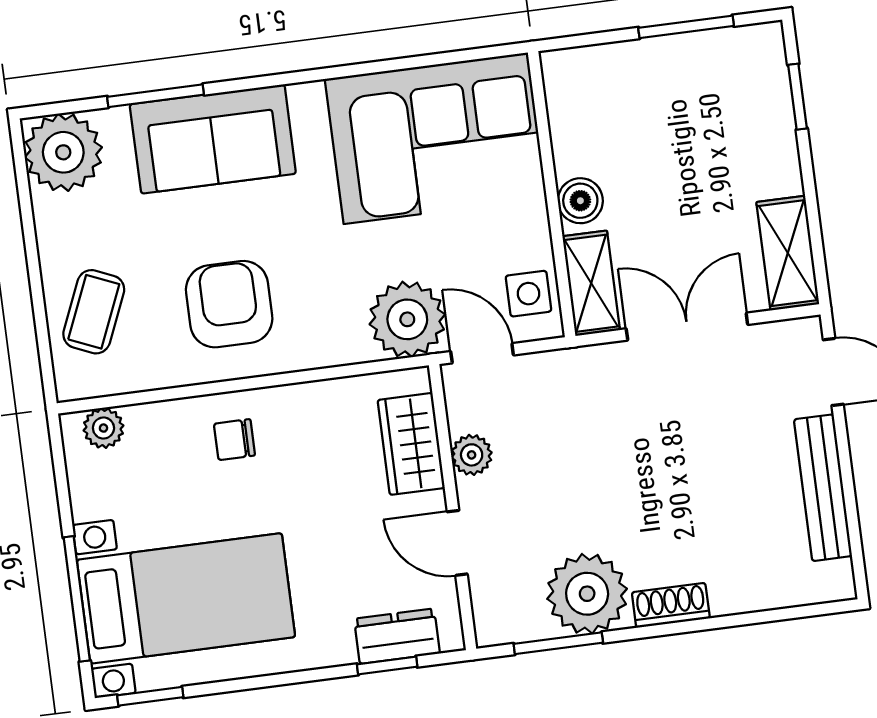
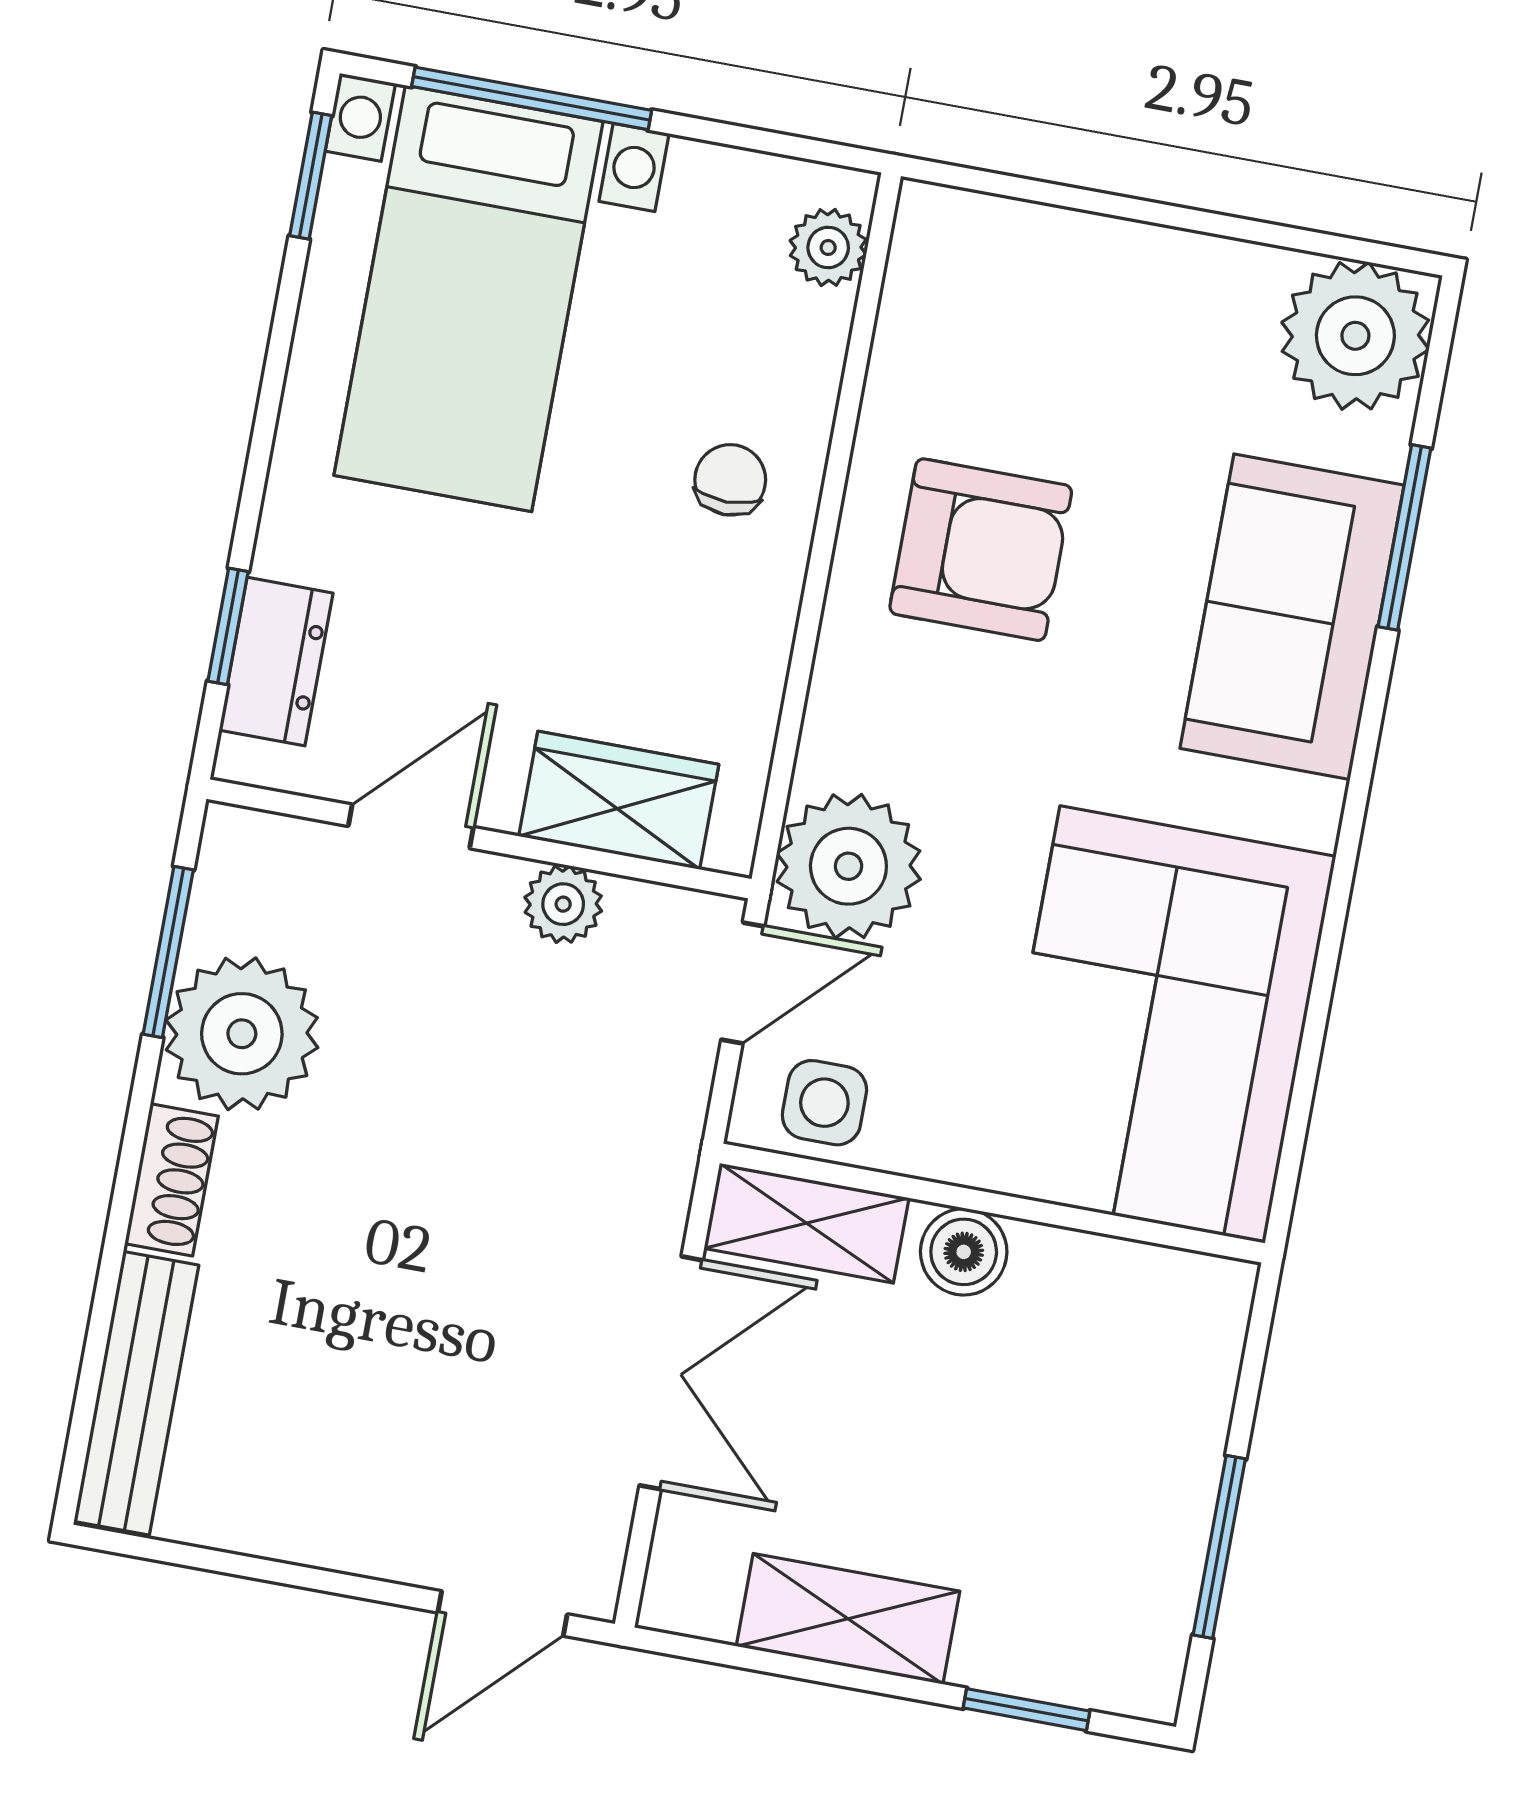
shelving: (788, 253) -> (848, 1619), moved
coffee table: (94, 312) -> (1046, 298), removed
bench: (823, 488) -> (136, 1393), moved, turned 90

